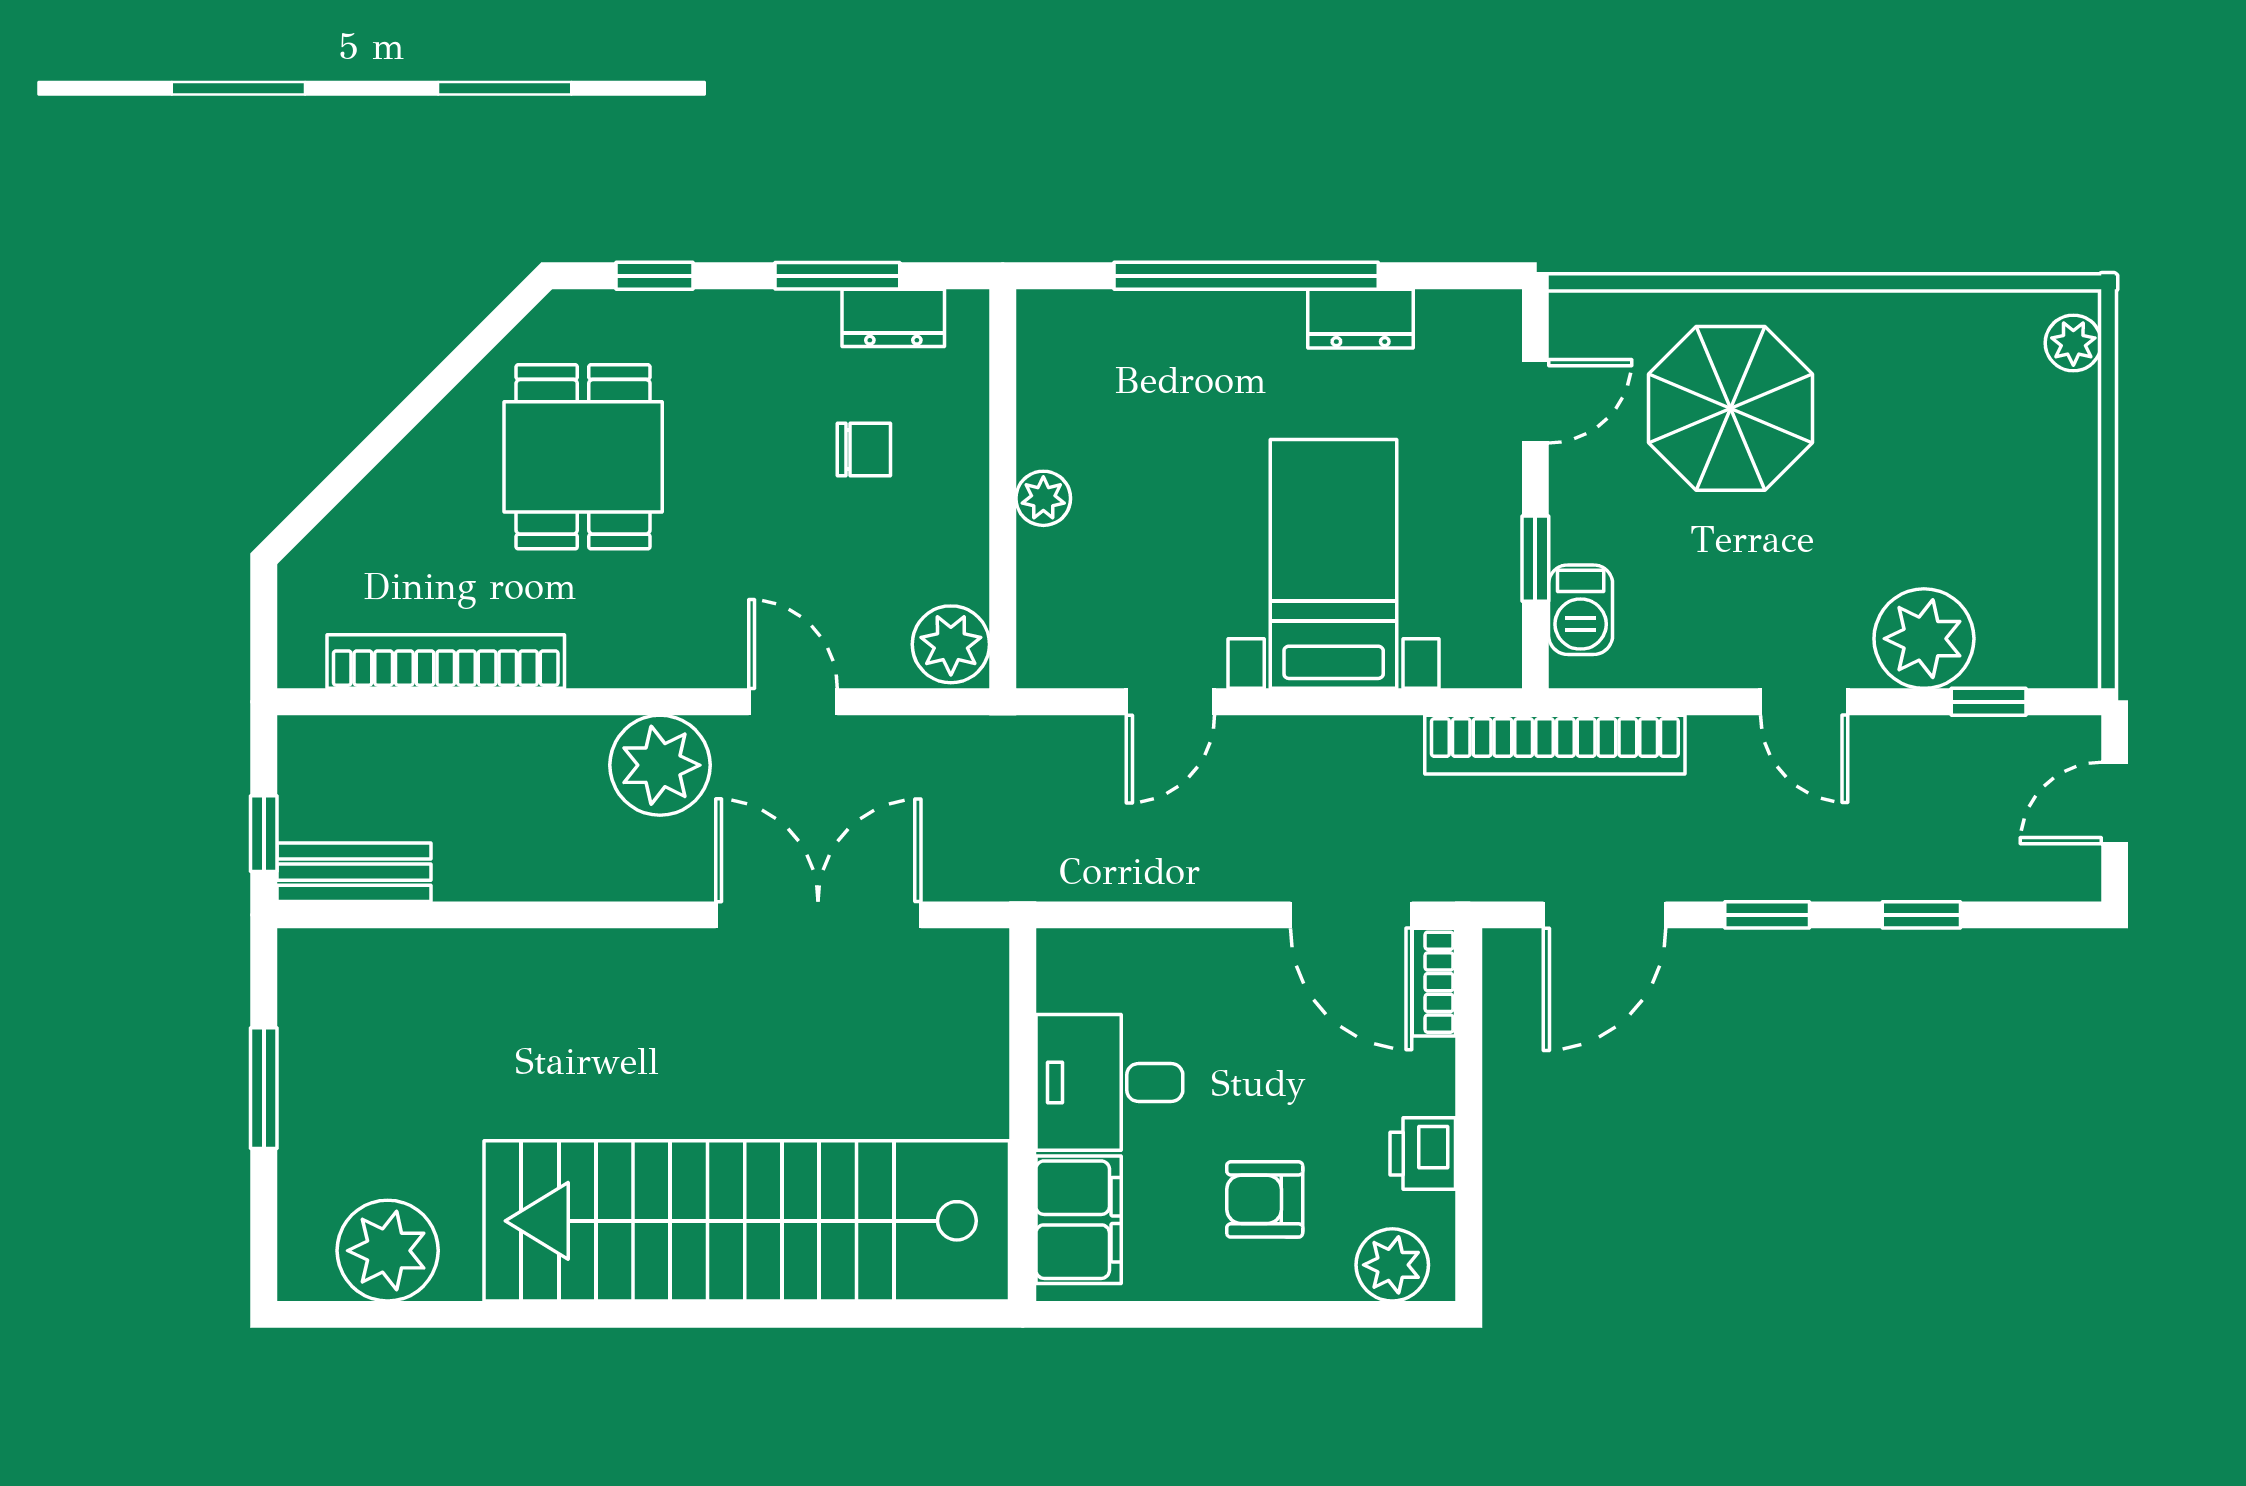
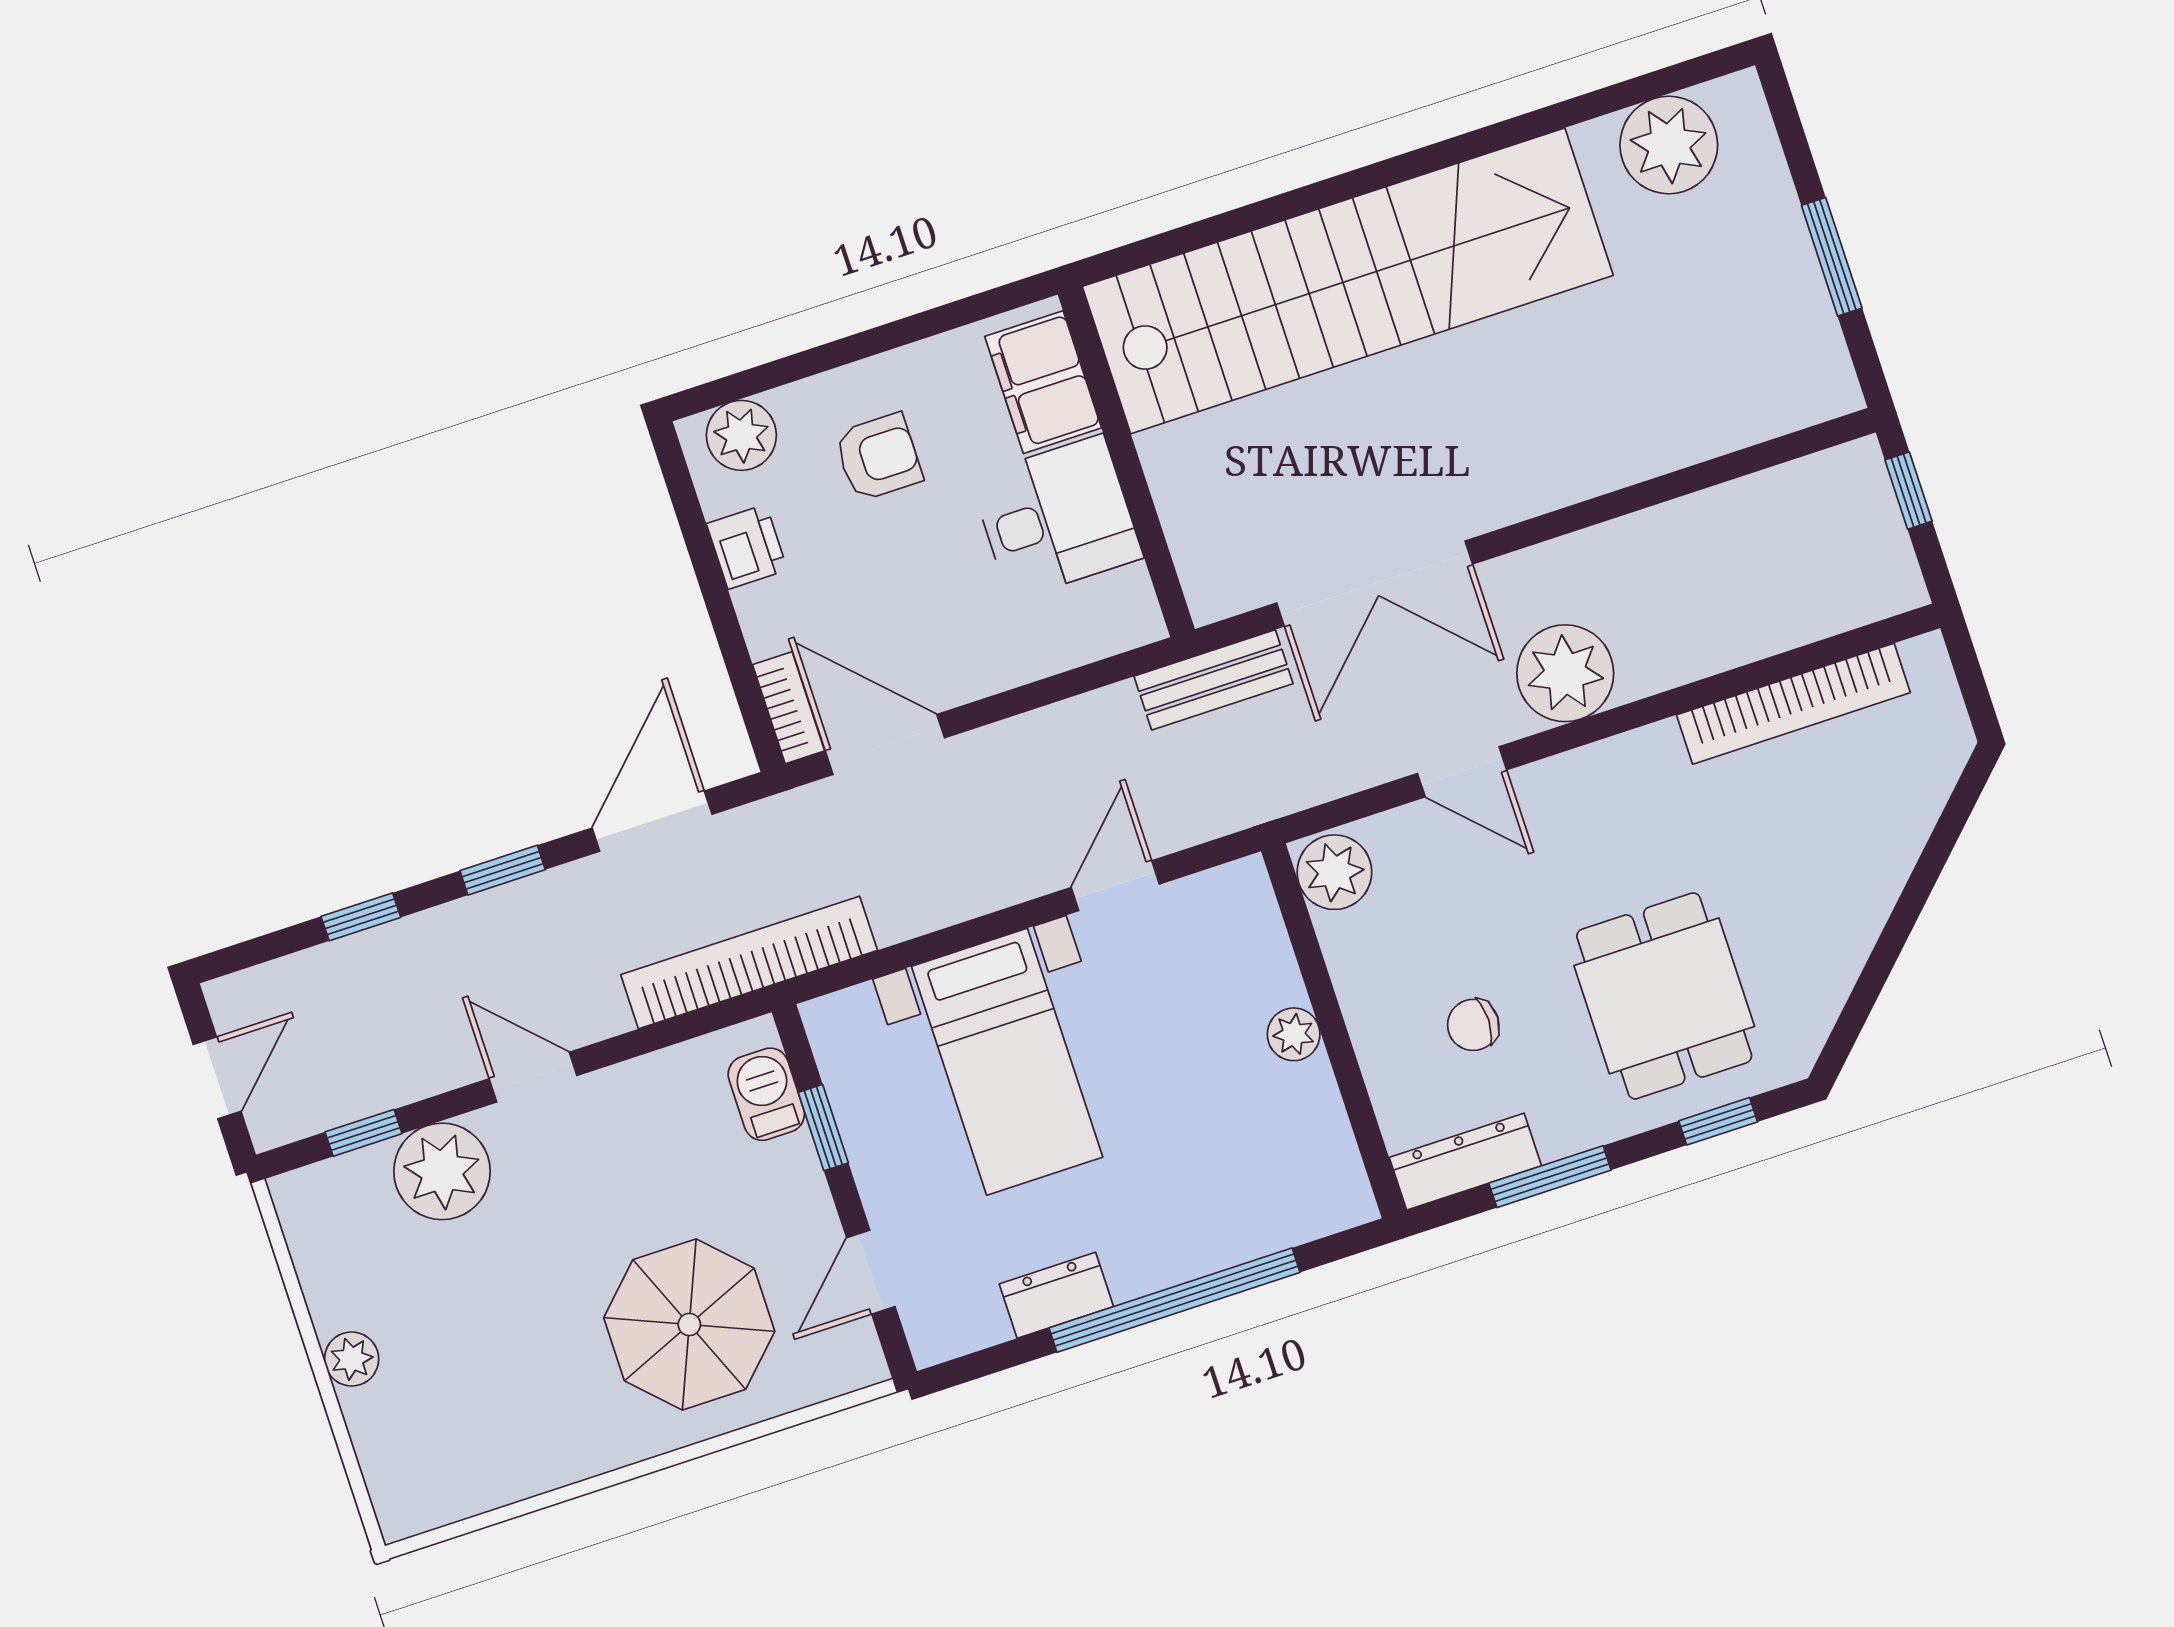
dresser: (893, 318) -> (1465, 1162), width x1.44
plant: (2073, 343) -> (352, 1359), moved
dining table: (583, 457) -> (1664, 996), moved
bench: (354, 872) -> (1214, 680), moved

